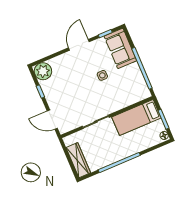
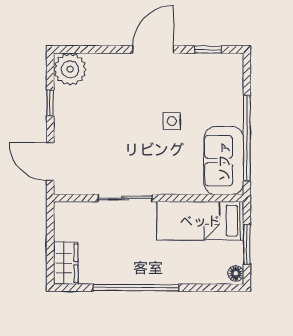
sofa: (120, 48) -> (224, 161), moved
wardrobe: (78, 160) -> (66, 263), width x0.67

